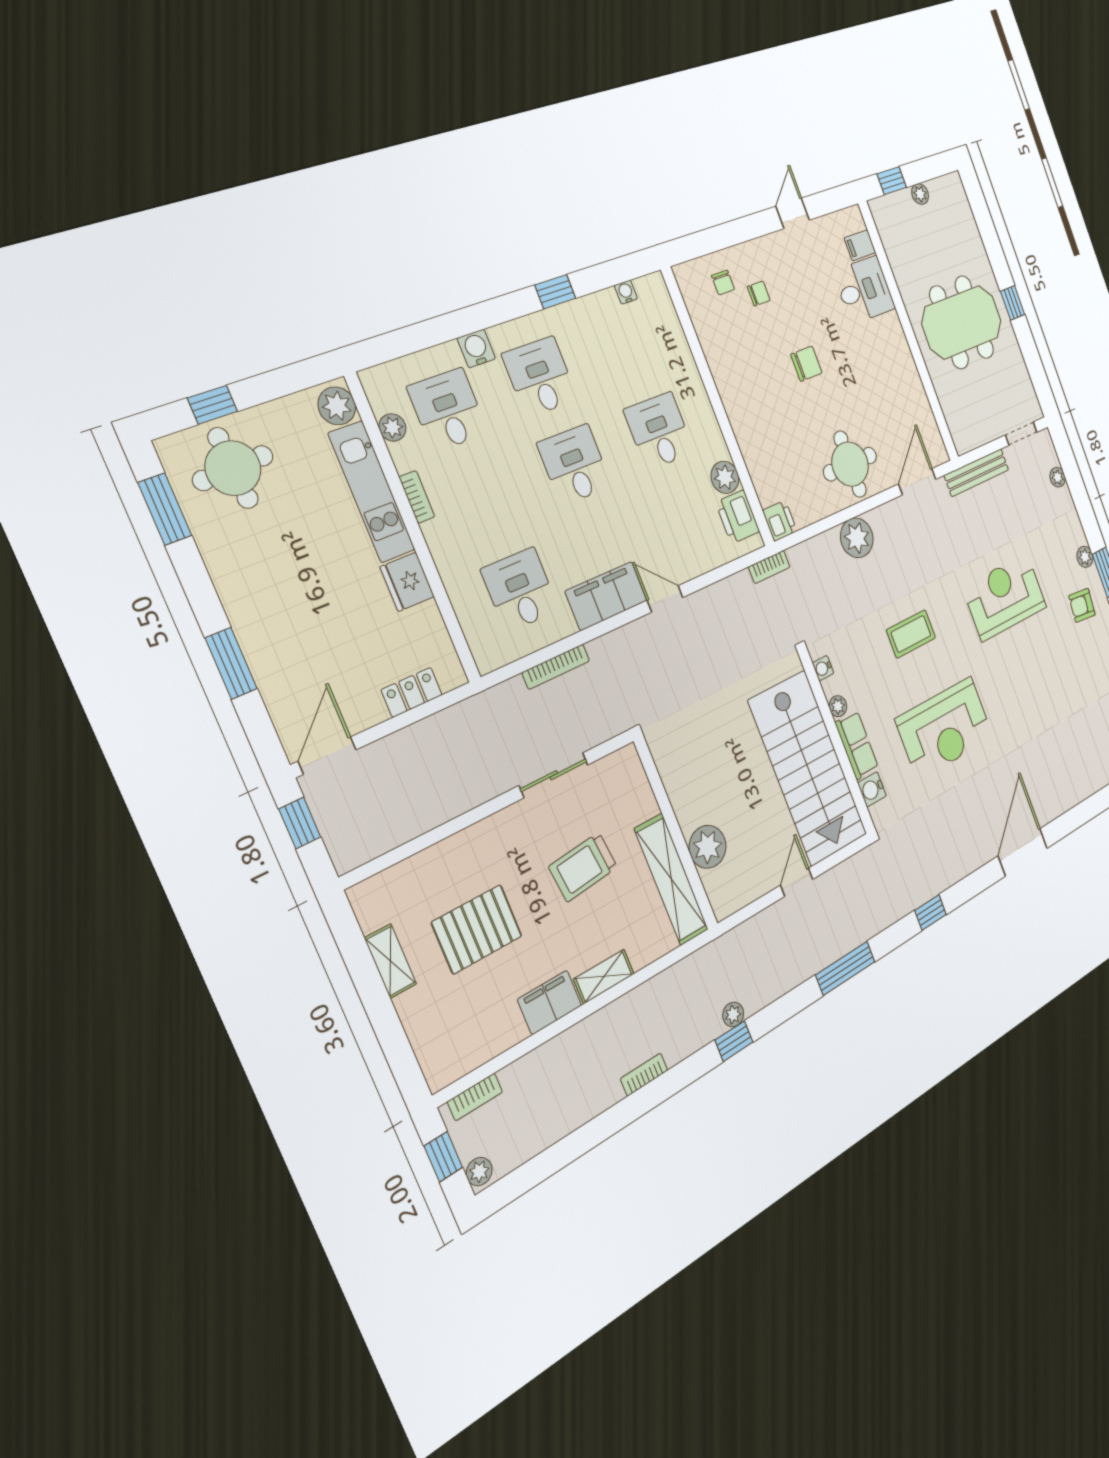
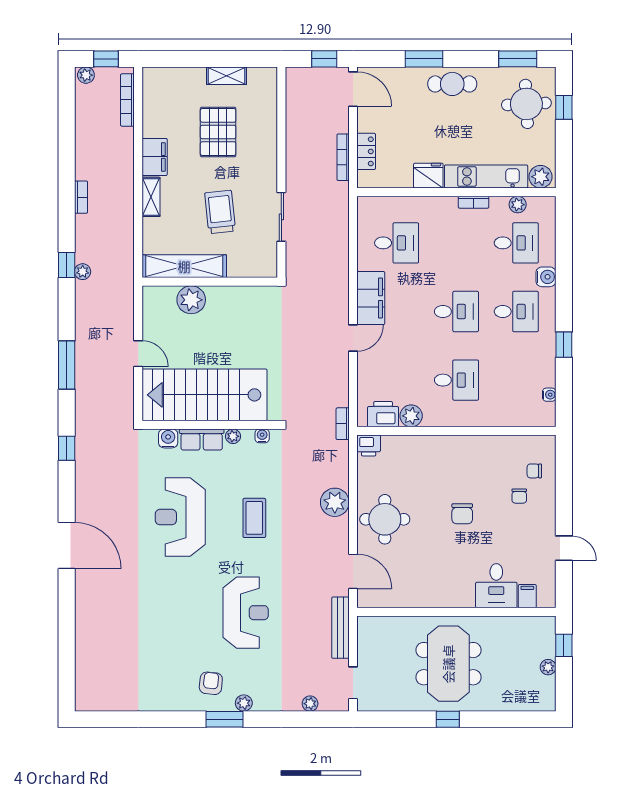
cafe table: (252, 601) -> (452, 84), added
bookcase: (556, 667) -> (343, 157), moved
bookcase: (475, 1097) -> (127, 100), width x1.56

